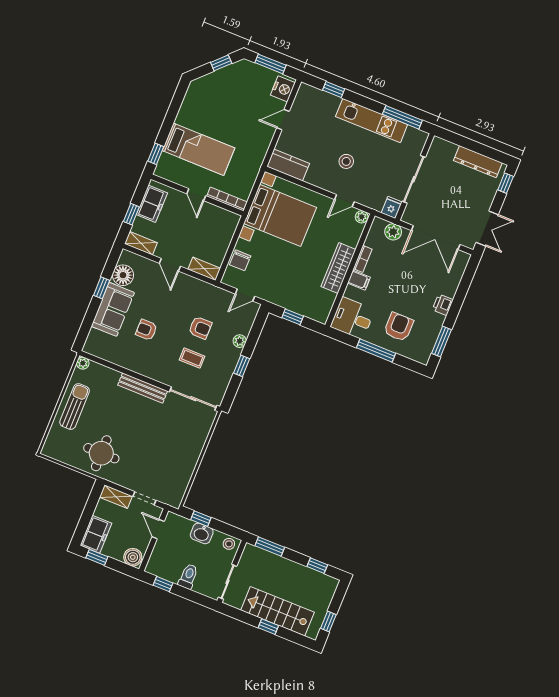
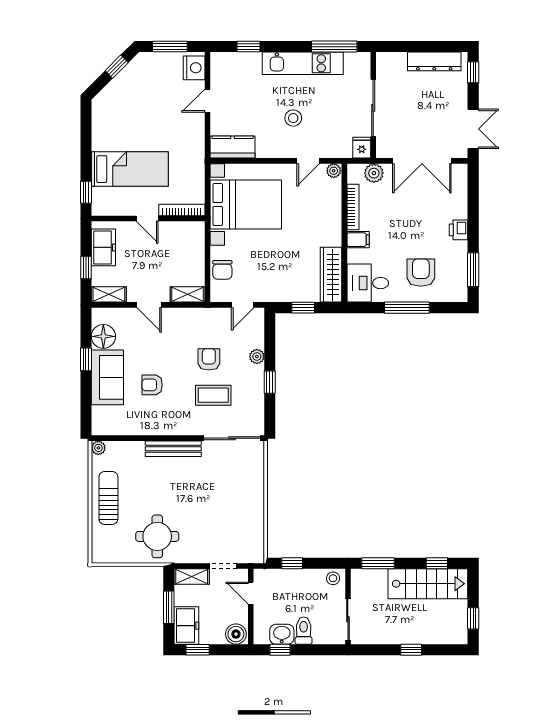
bookcase: (363, 259) -> (353, 207), width x1.56
wardrobe: (338, 268) -> (331, 275), moved
armchair: (200, 328) -> (209, 359), turned -90
coffee table: (192, 358) -> (213, 395), width x1.36, depth x1.30
window: (88, 514) -> (169, 607), added
washbasin: (202, 533) -> (282, 634), moved, turned 180
stairs: (278, 611) -> (428, 584), moved, turned 180

